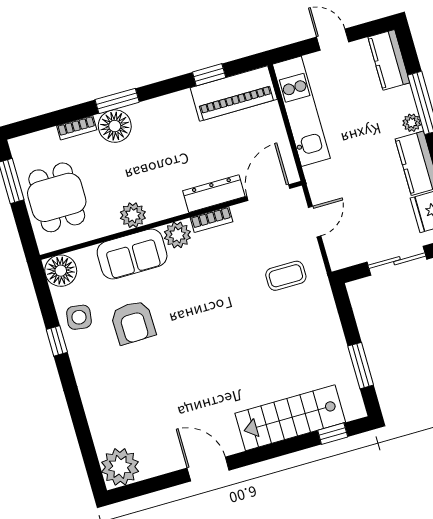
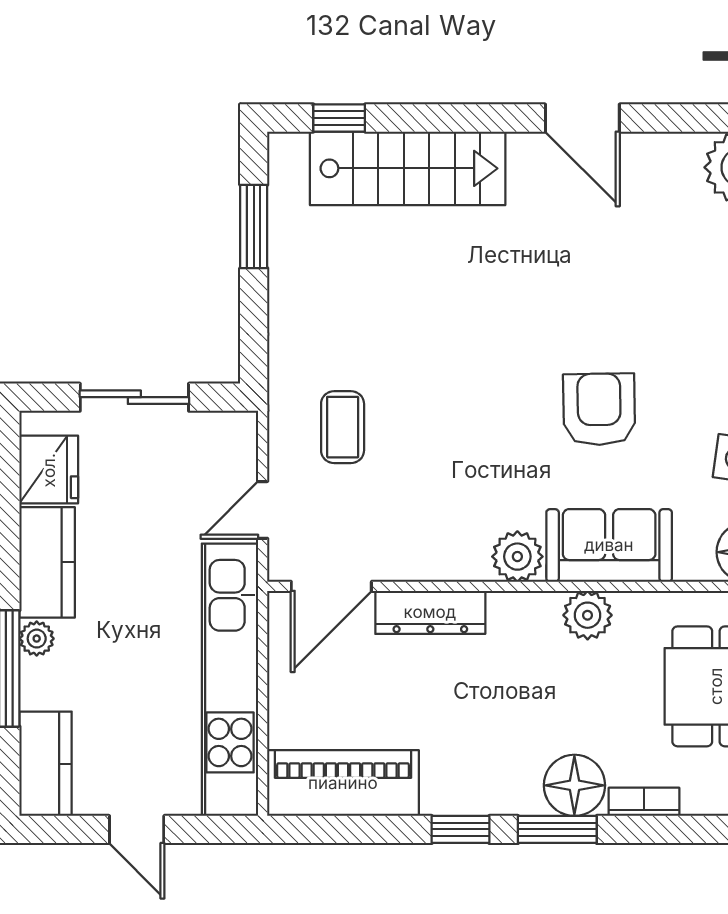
window: (209, 75) -> (461, 829), moved
kitchen unit: (301, 111) -> (230, 680), width x1.36
bookcase: (212, 220) -> (448, 567), removed
coffee table: (286, 276) -> (343, 427), turned 90
armchair: (133, 322) -> (599, 409), moved

